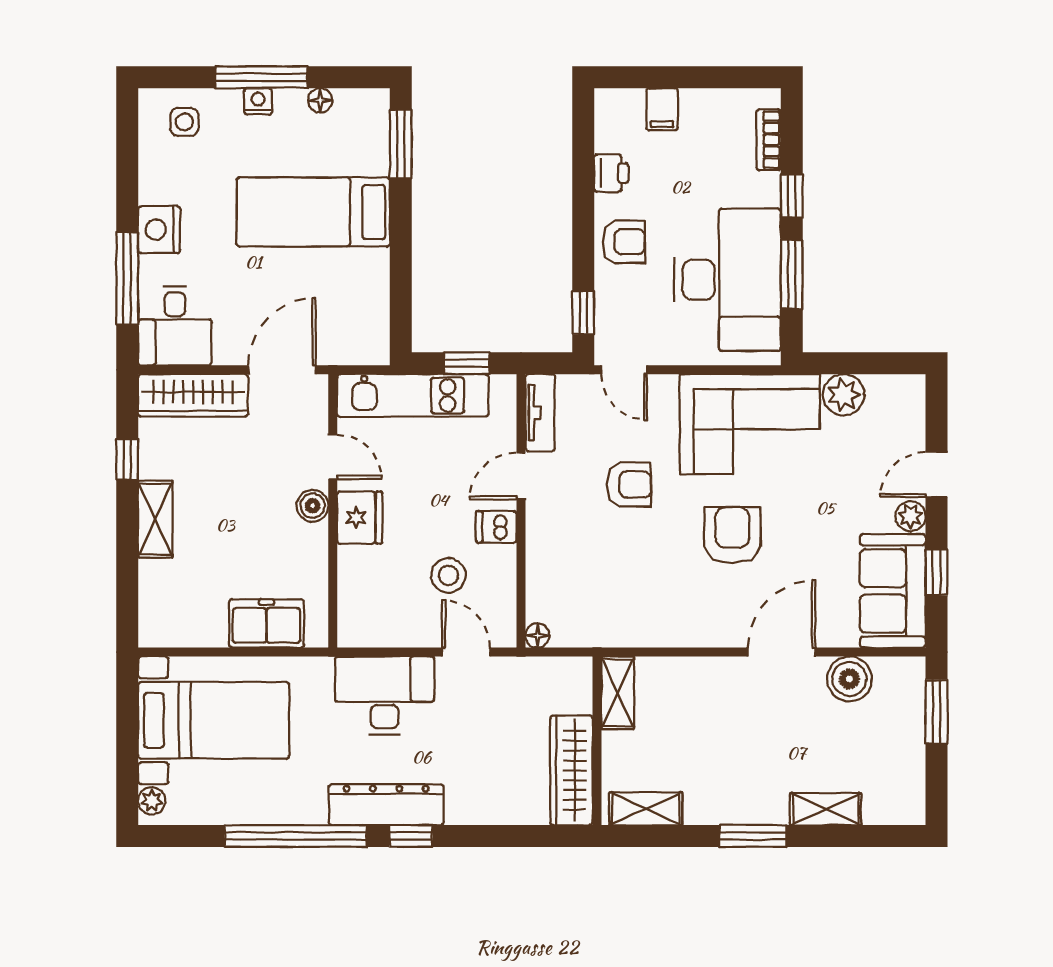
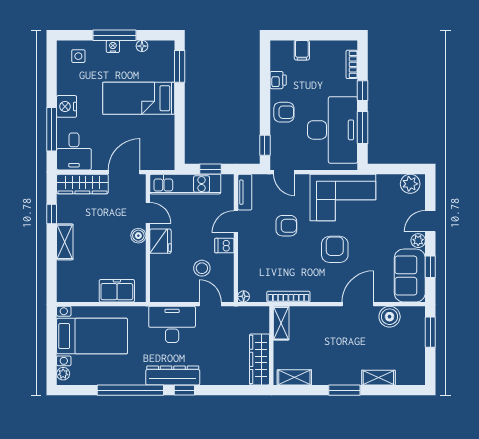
plant: (844, 395) -> (410, 184), moved
bookcase: (633, 636) -> (288, 297), added

